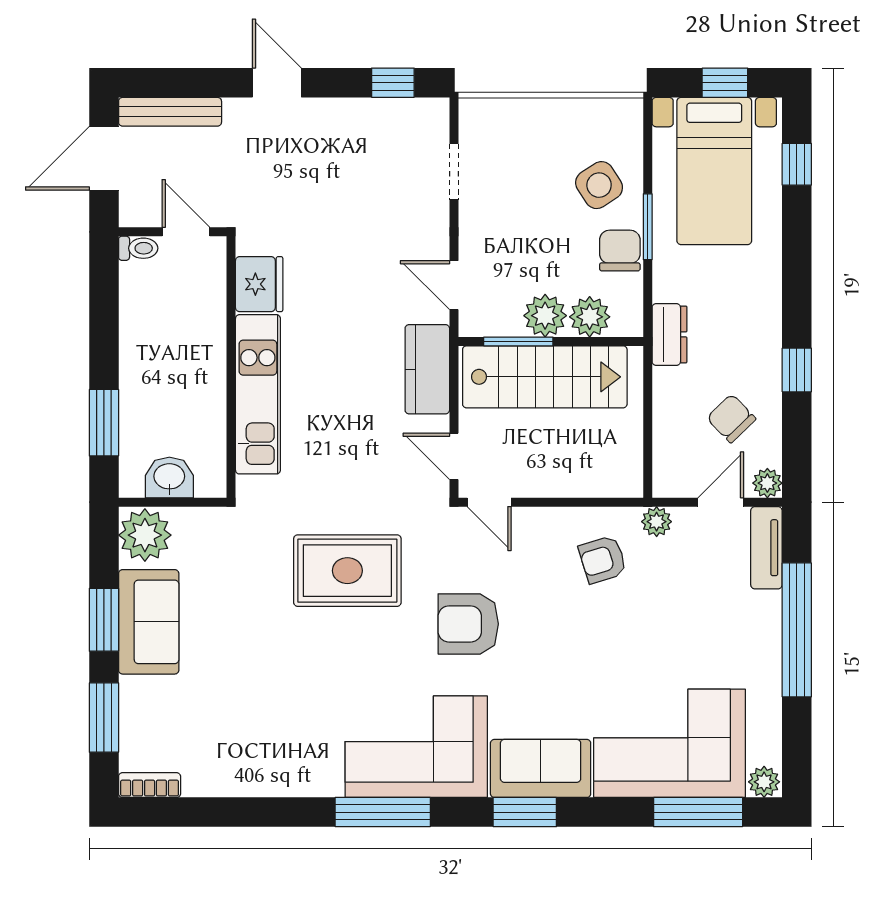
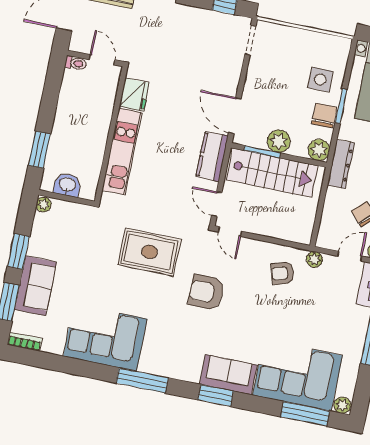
doorway: (454, 172) -> (250, 40), moved
side table: (599, 185) -> (320, 79), turned 33
door: (454, 285) -> (235, 116), width x1.38
plant: (590, 317) -> (319, 150), moved
dresser: (669, 334) -> (341, 164), width x1.44
plant: (145, 535) -> (44, 204), width x0.53, depth x0.53
sofa: (149, 622) -> (36, 286), moved
corner sofa: (416, 747) -> (105, 338), moved

